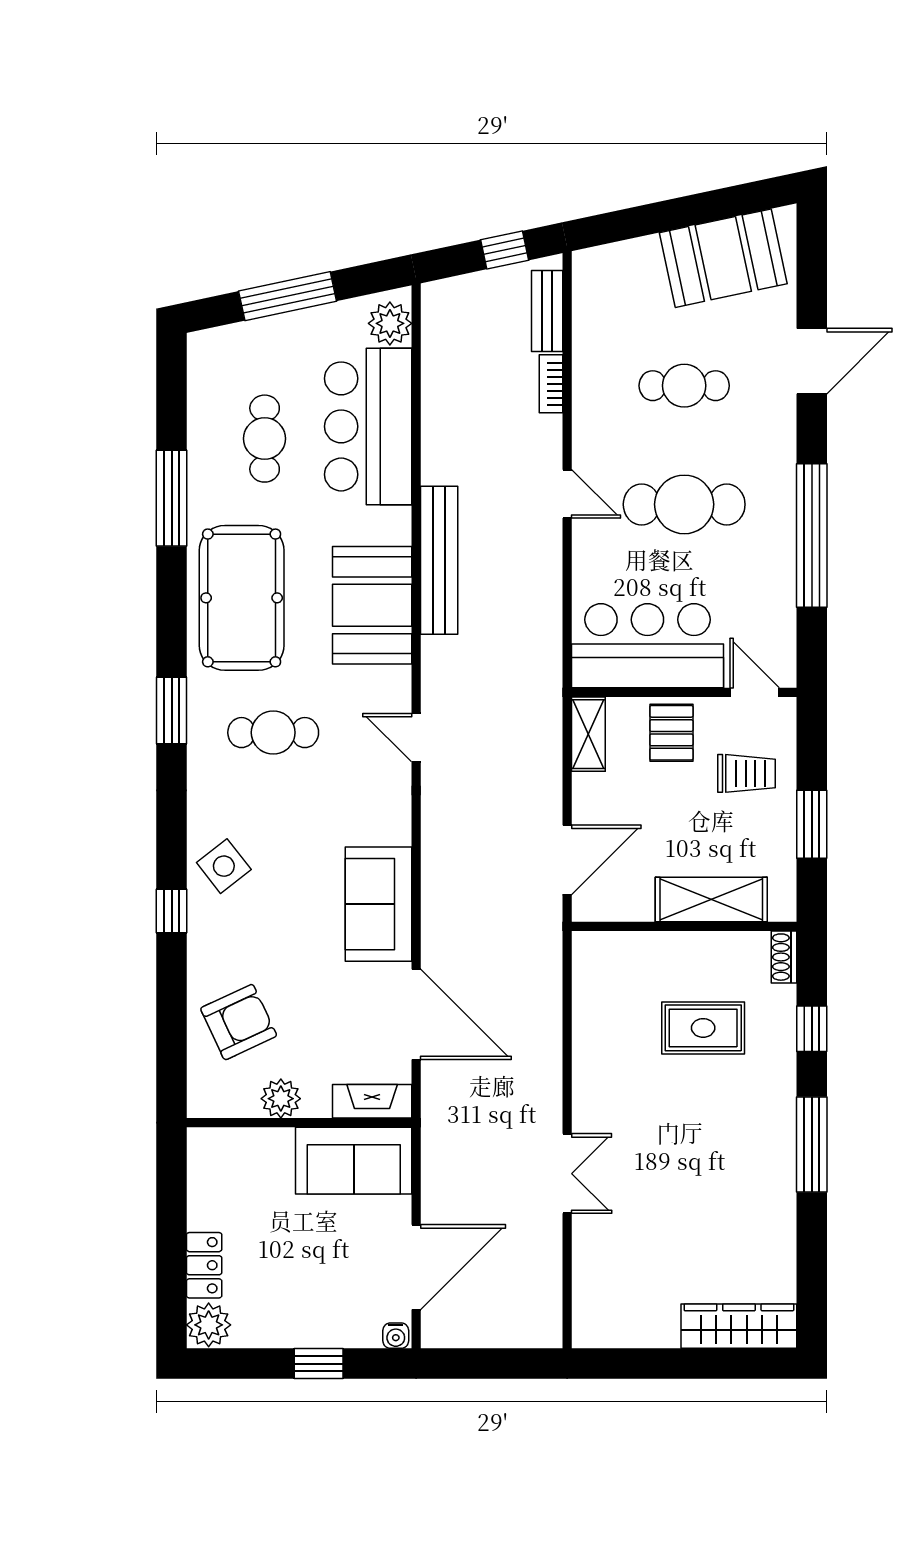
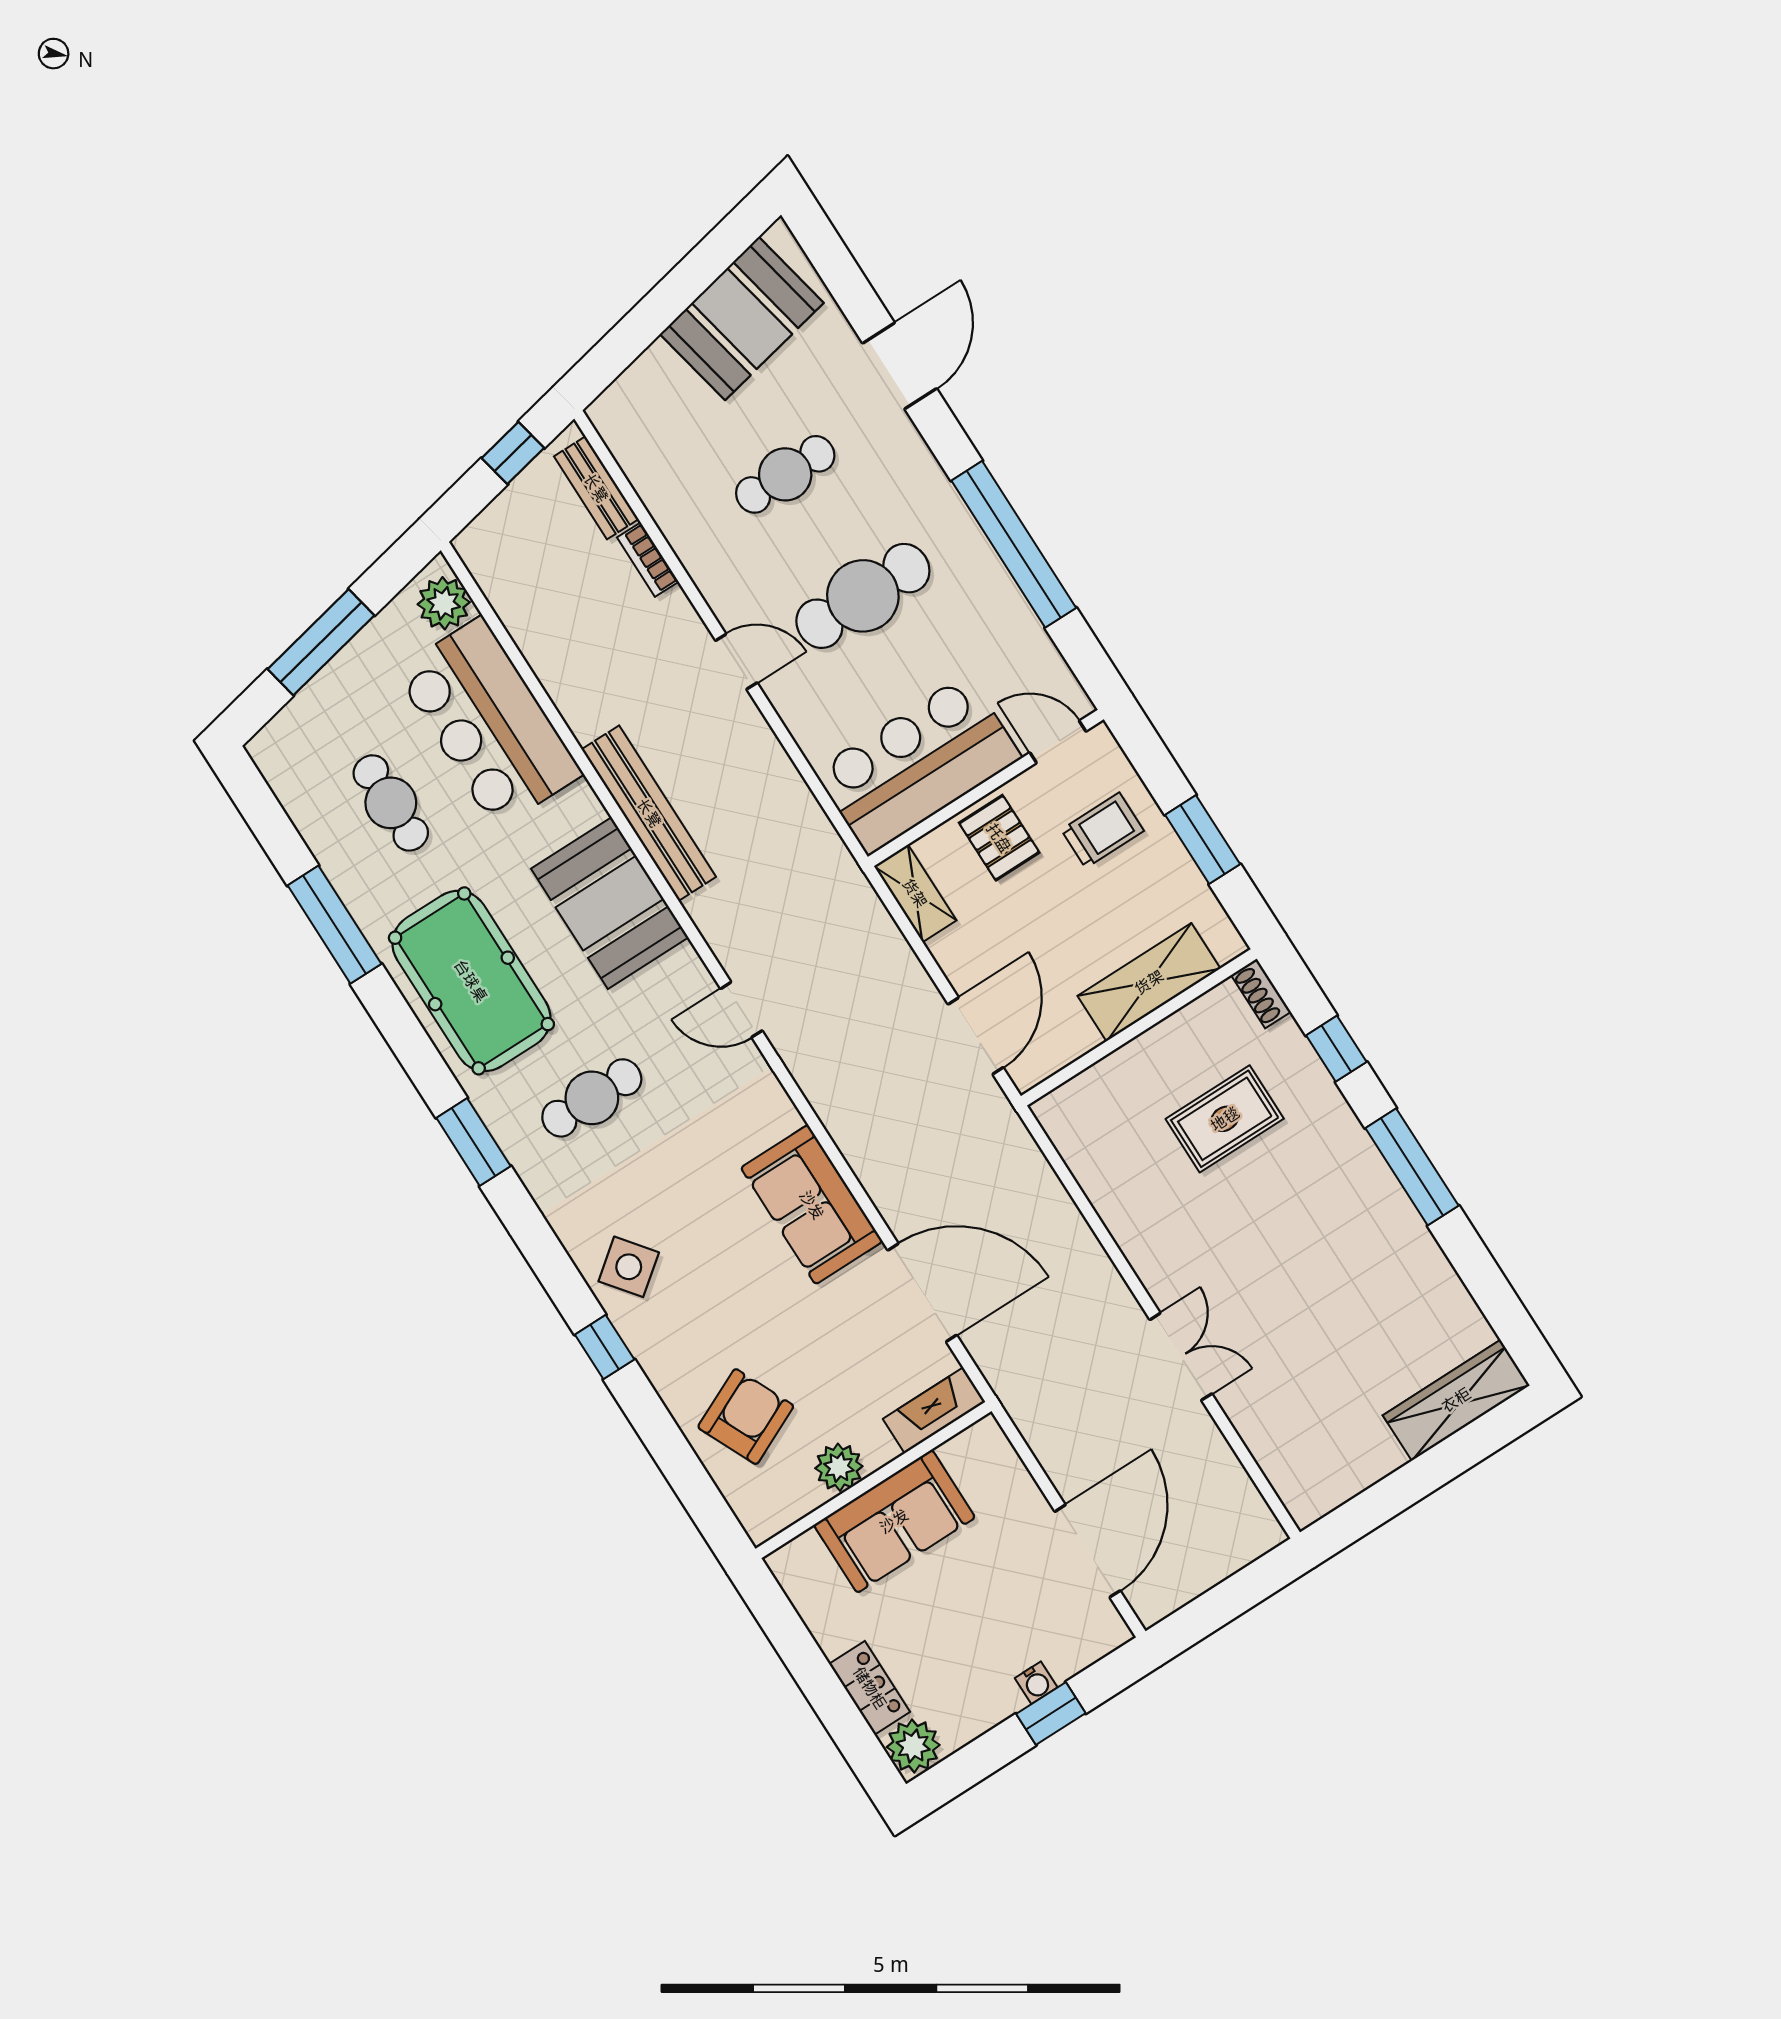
sofa: (354, 1161) -> (894, 1521), moved
water cooler: (396, 1336) -> (1036, 1683), moved

